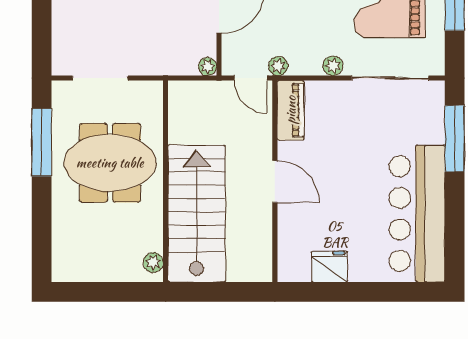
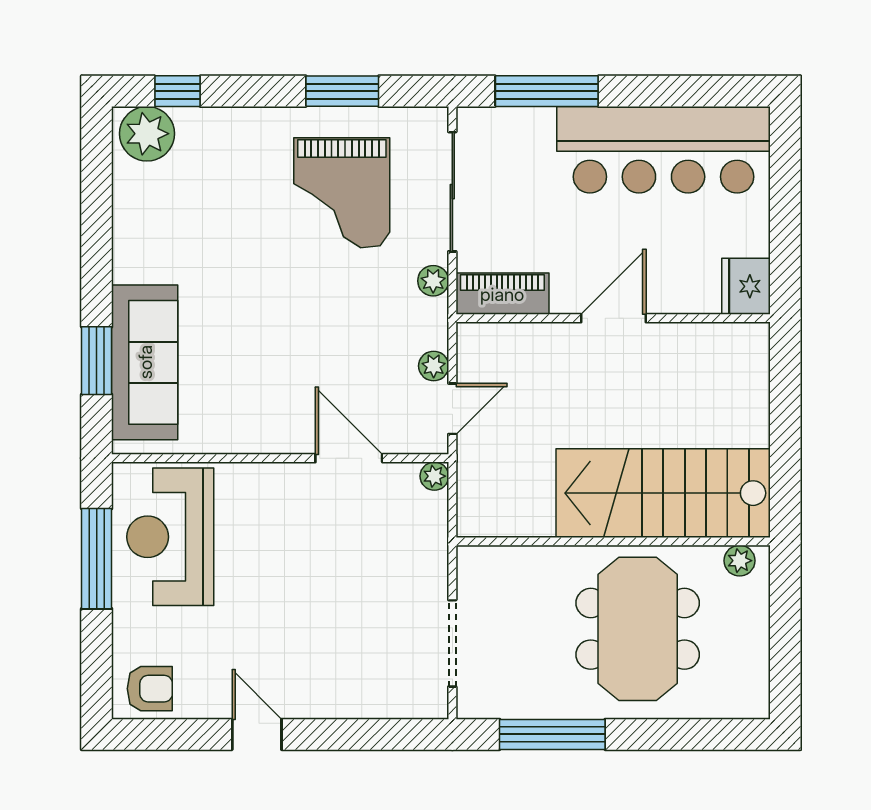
piano: (291, 110) -> (502, 294), moved
meeting table: (110, 163) -> (638, 629), moved
wall: (275, 181) -> (613, 318), moved
door: (275, 182) -> (614, 318), moved

